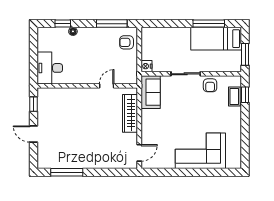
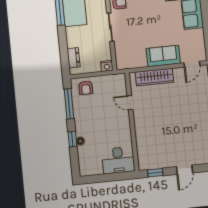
window: (63, 24) -> (72, 139), moved
dresser: (158, 33) -> (74, 58), added
sofa: (151, 92) -> (163, 56), moved
door: (139, 153) -> (192, 64), swing flipped

